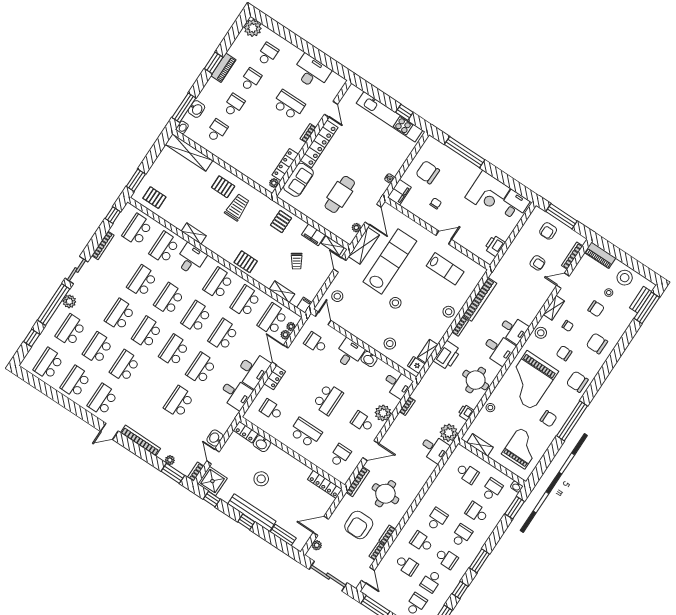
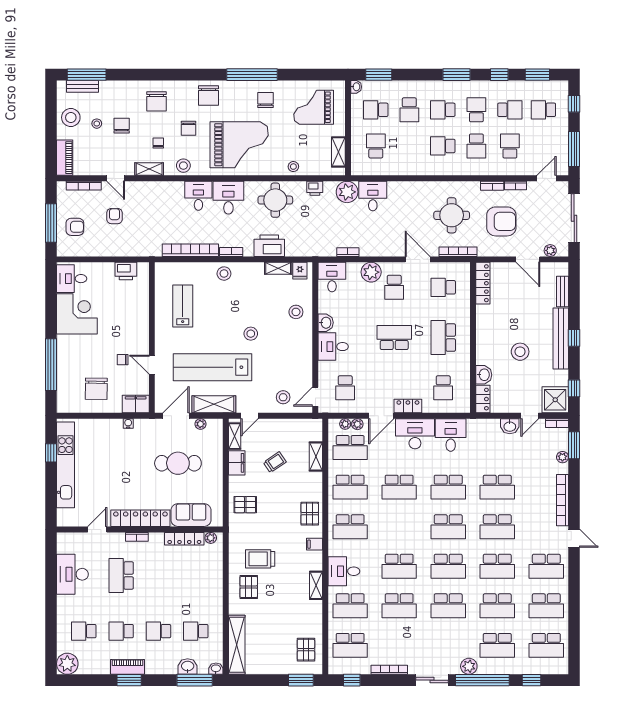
door: (444, 238) -> (152, 365), moved
filing cabinet: (304, 305) -> (314, 544), moved
school desk: (196, 317) -> (497, 527), moved

